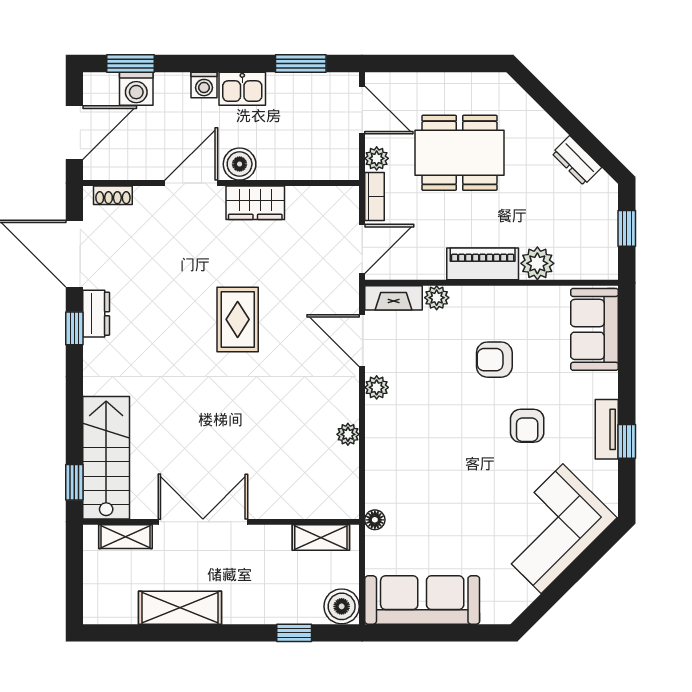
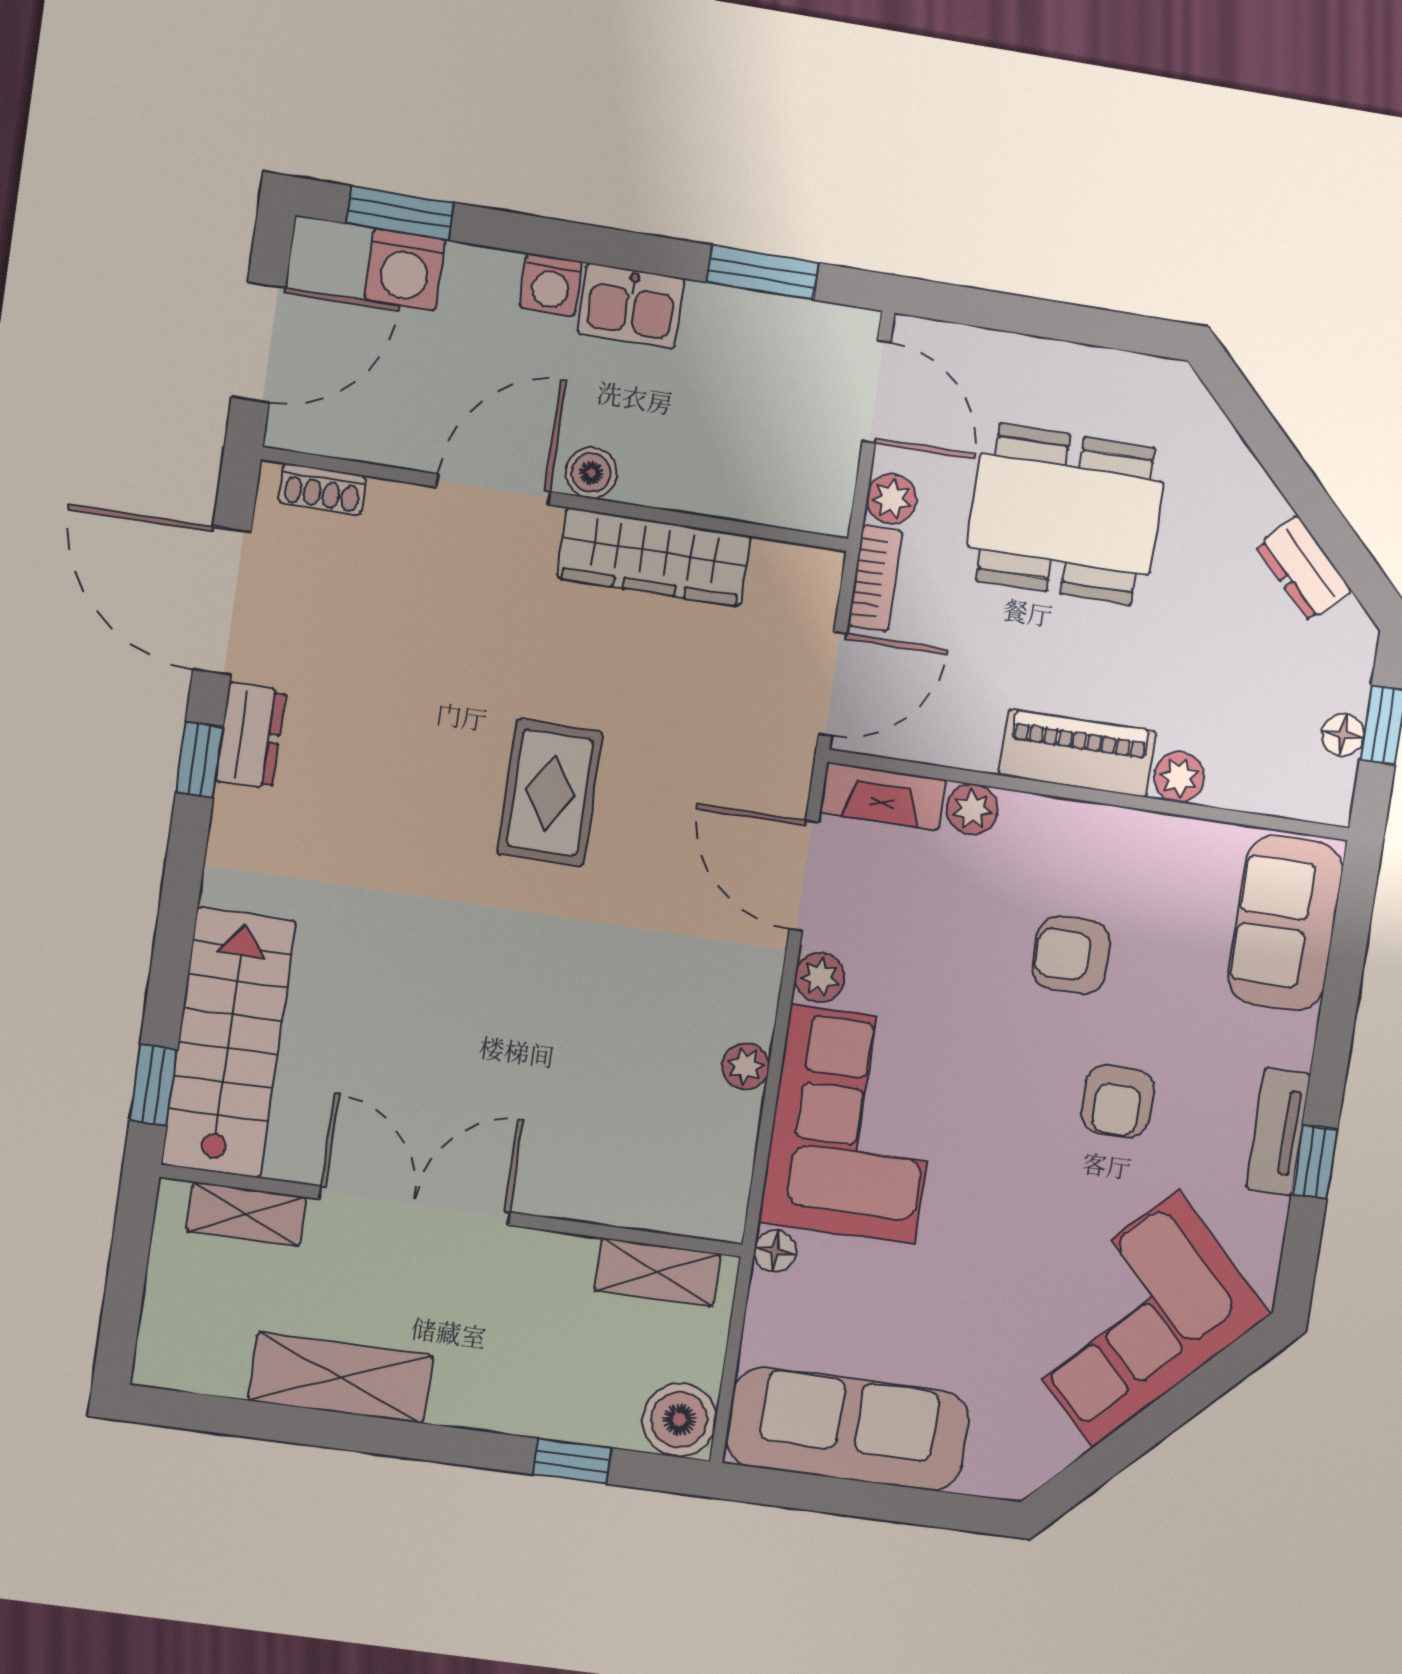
boiler: (240, 164) -> (591, 473), width x0.73, depth x0.73
wardrobe: (255, 203) -> (654, 557), width x1.50
floor lamp: (608, 236) -> (1343, 735), added
plant: (537, 263) -> (1179, 777), width x0.73, depth x0.73
corner sofa: (403, 455) -> (853, 1124), added

